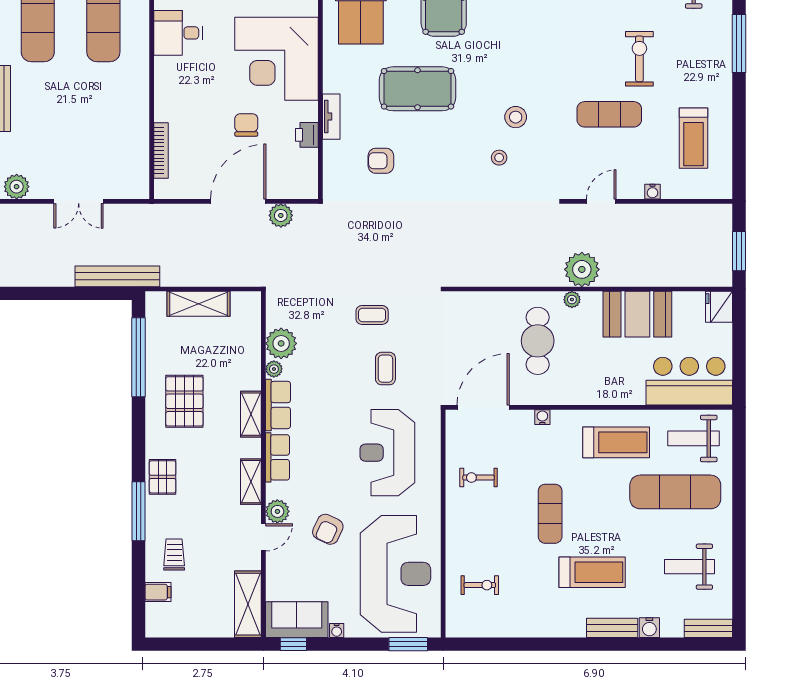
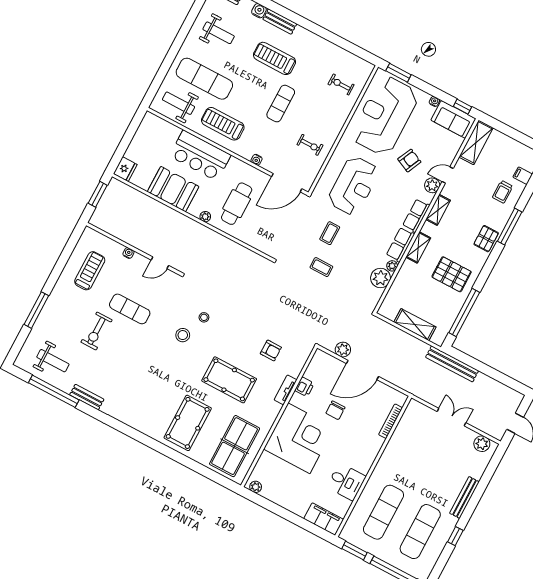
plant: (582, 269) -> (191, 230), removed
bar counter: (689, 381) -> (200, 156), moved
pallet: (184, 401) -> (452, 274), turned 90
weight bench: (693, 438) -> (178, 103), turned 180

